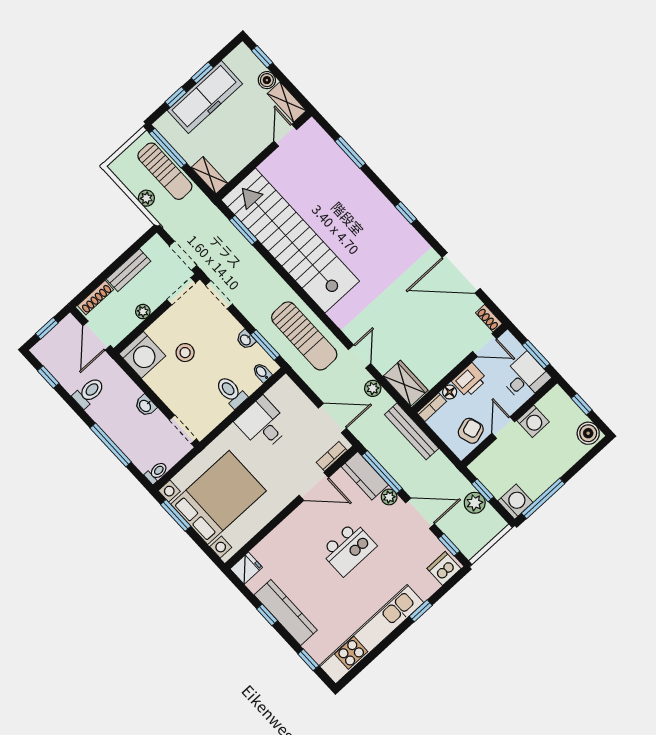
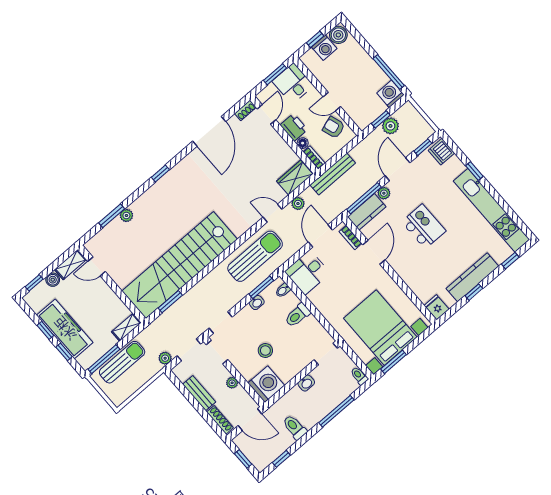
plant: (351, 171) -> (126, 216), added
plant: (146, 198) -> (165, 358), moved
washing machine: (533, 421) -> (324, 48), moved, turned 90
desk: (263, 424) -> (307, 272), moved

